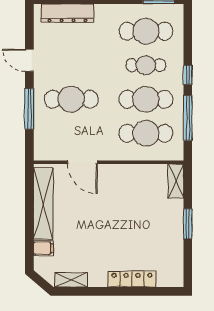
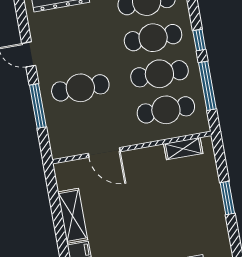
cafe table: (146, 65) -> (153, 38), width x1.37, depth x1.35
shelving: (176, 181) -> (183, 149), moved, turned 90
shelving: (43, 204) -> (73, 216), width x0.68

